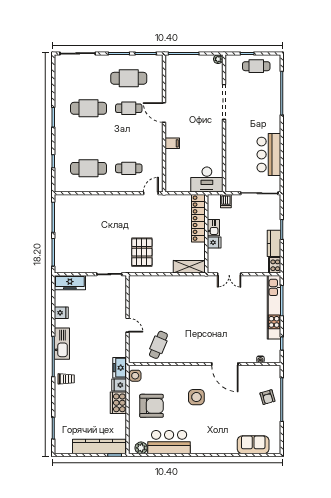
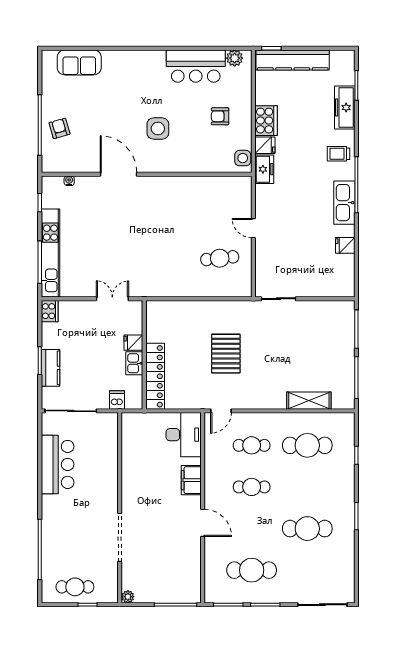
cafe table: (129, 108) -> (252, 487), moved
filing cabinet: (172, 143) -> (191, 480), width x2.00
desk: (207, 179) -> (184, 435), moved, turned 90
kitchen counter: (274, 243) -> (50, 368), moved
pallet: (142, 252) -> (226, 354), moved
shelving: (189, 267) -> (309, 401), moved
freezer: (70, 283) -> (345, 108), moved, turned -90
cafe table: (158, 345) -> (220, 258), moved, turned 61
armchair: (152, 406) -> (220, 116), width x0.53, depth x0.53

